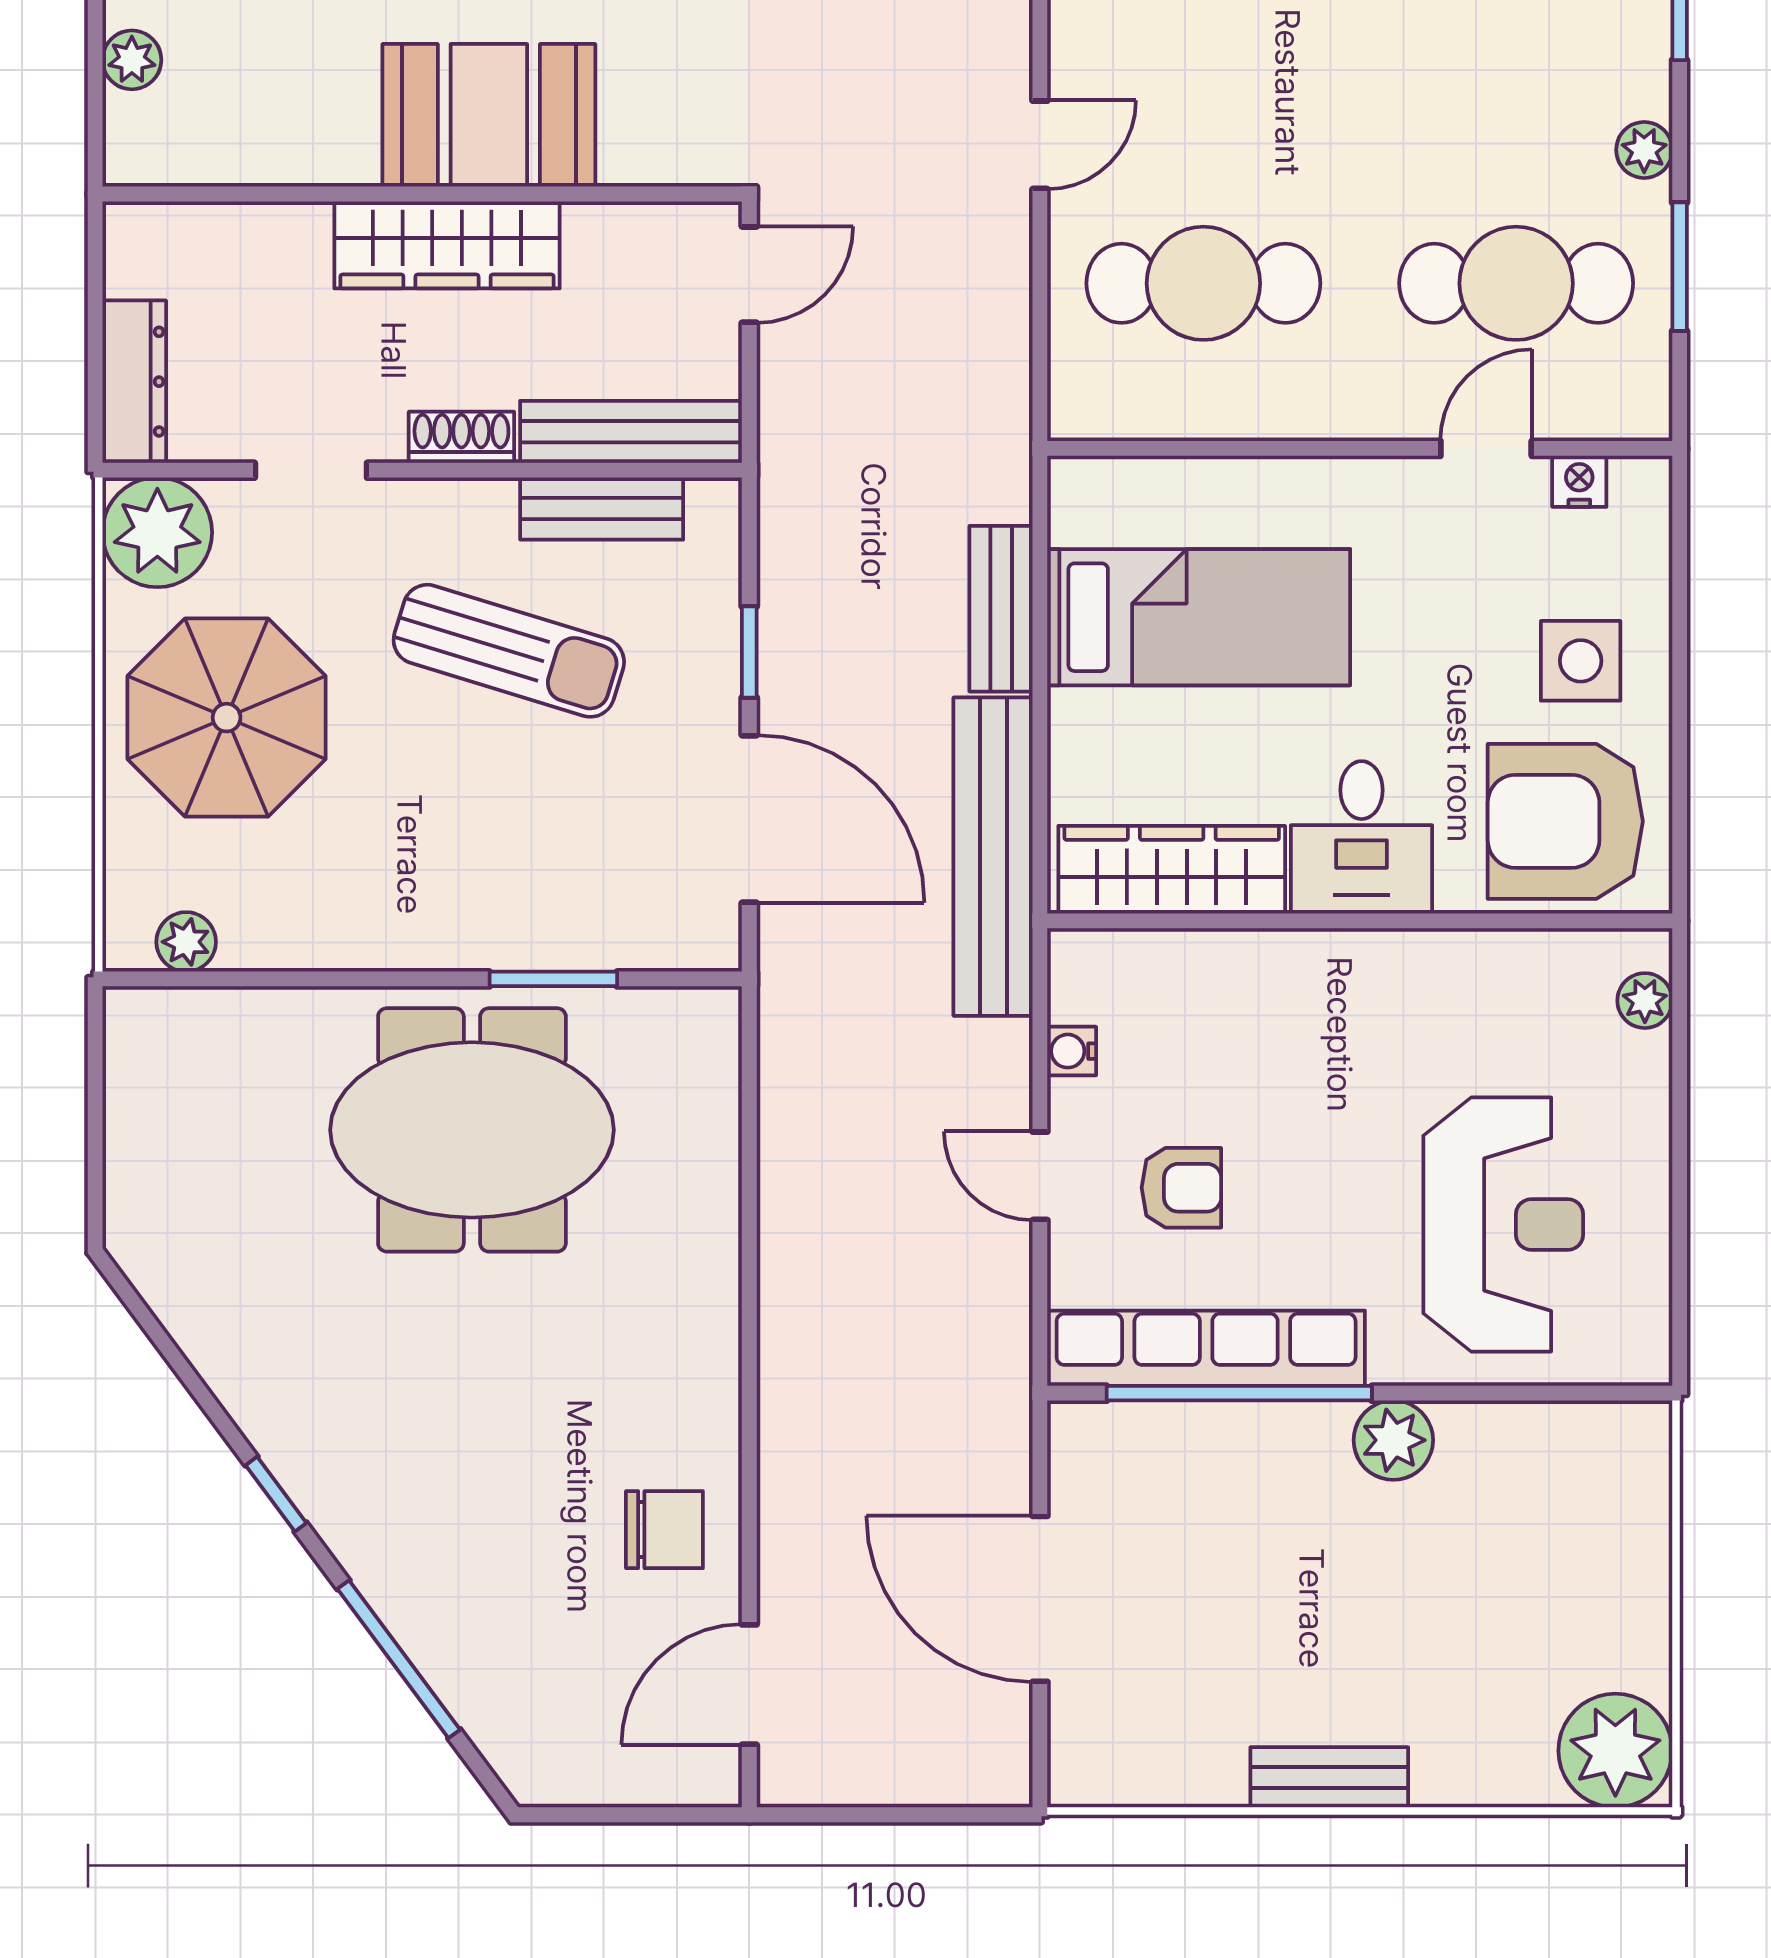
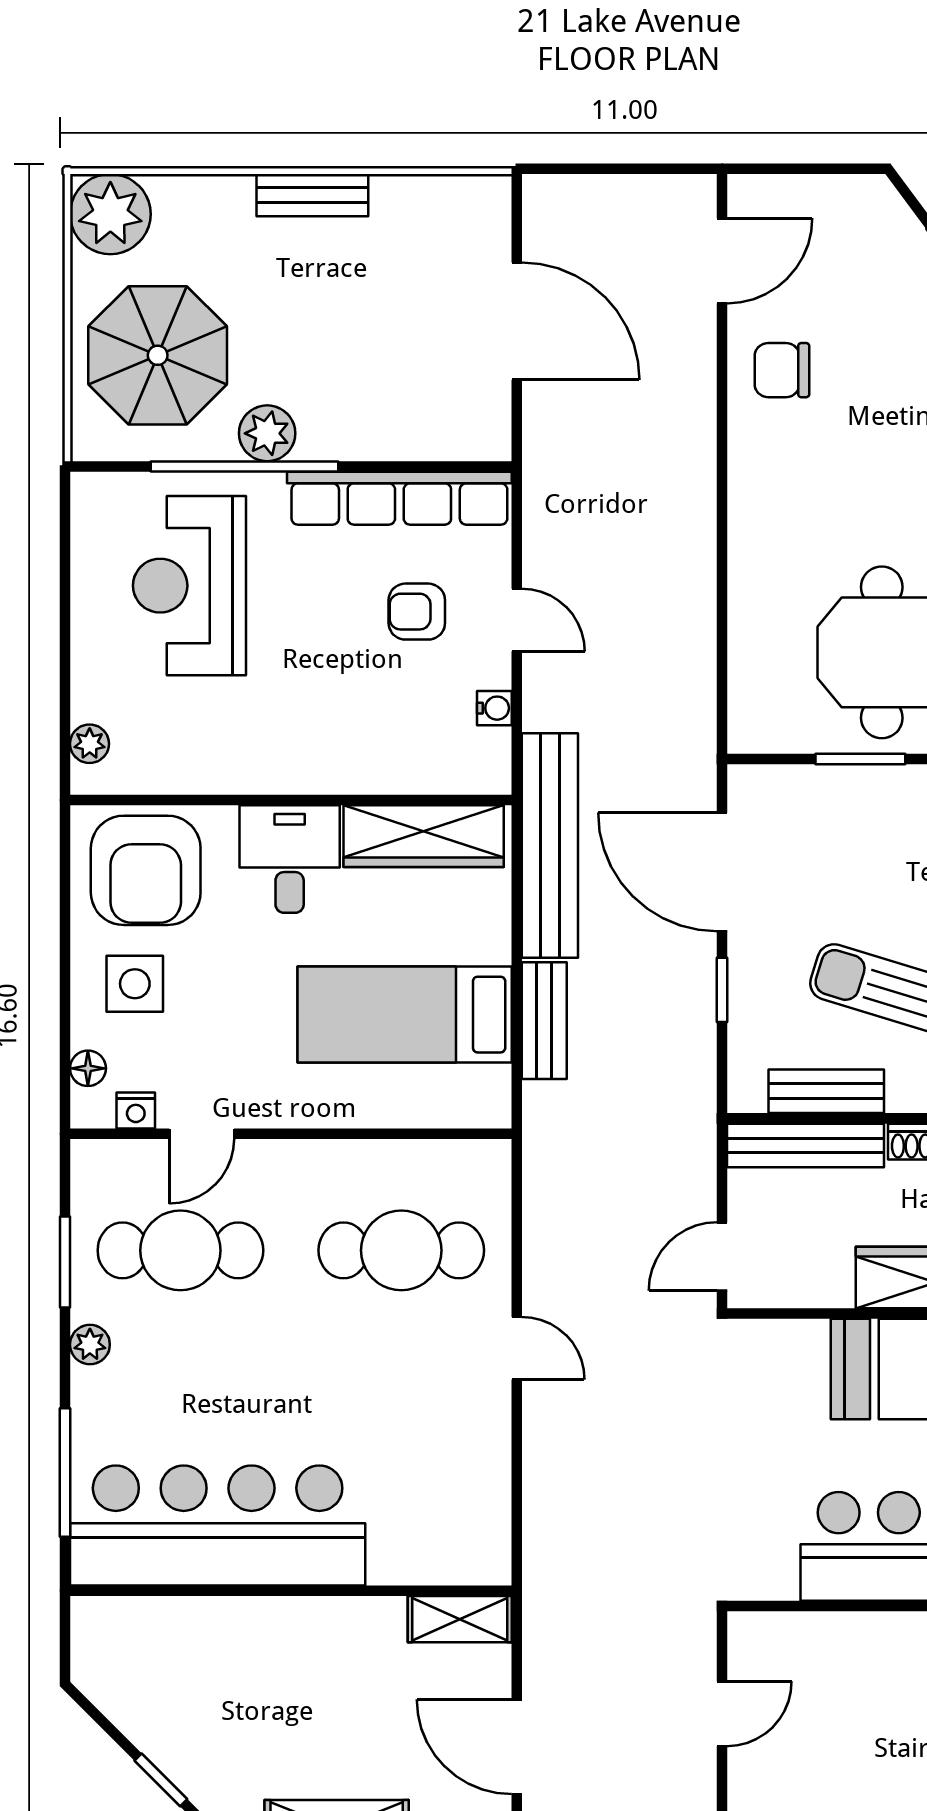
door: (1040, 145) -> (517, 1348), swing flipped
floor lamp: (1647, 541) -> (88, 1068), added
armchair: (1565, 821) -> (146, 870), turned 90
window: (1239, 1393) -> (244, 466), moved
parasol: (1548, 1551) -> (158, 355), added

